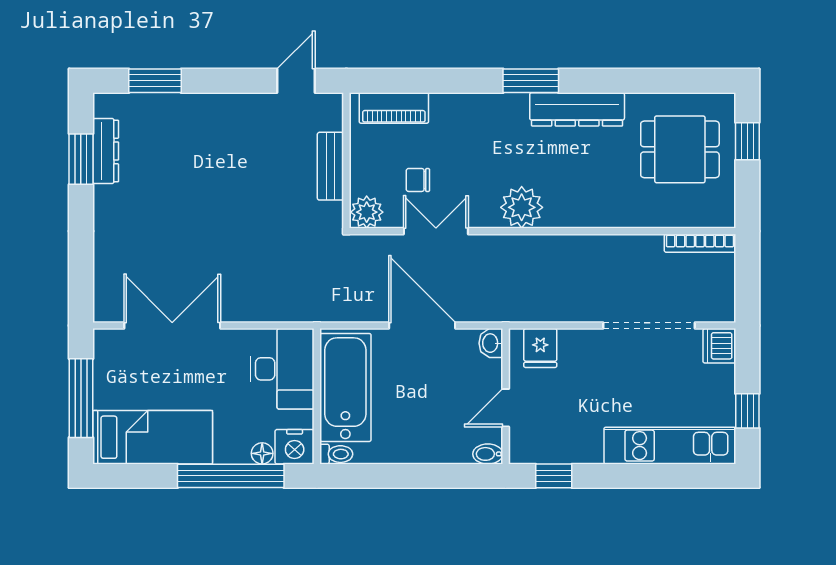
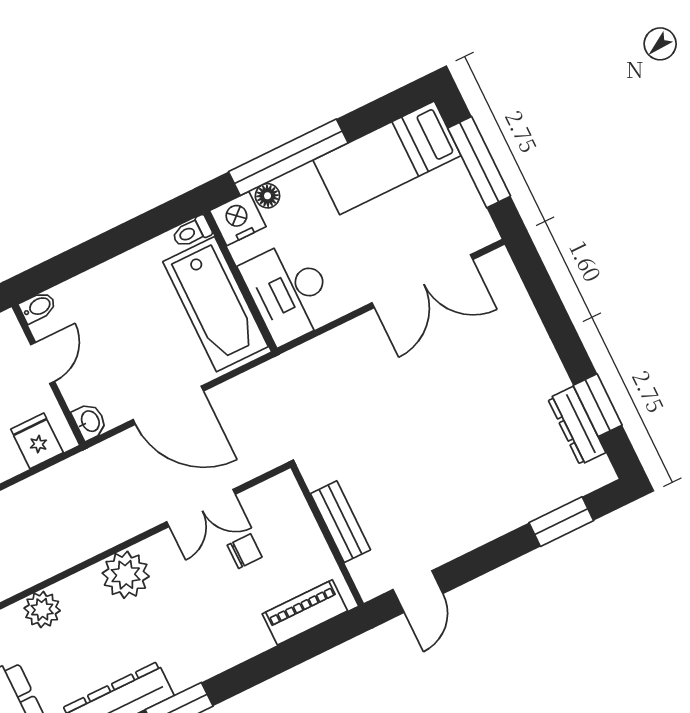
plant: (367, 212) -> (42, 609), moved

